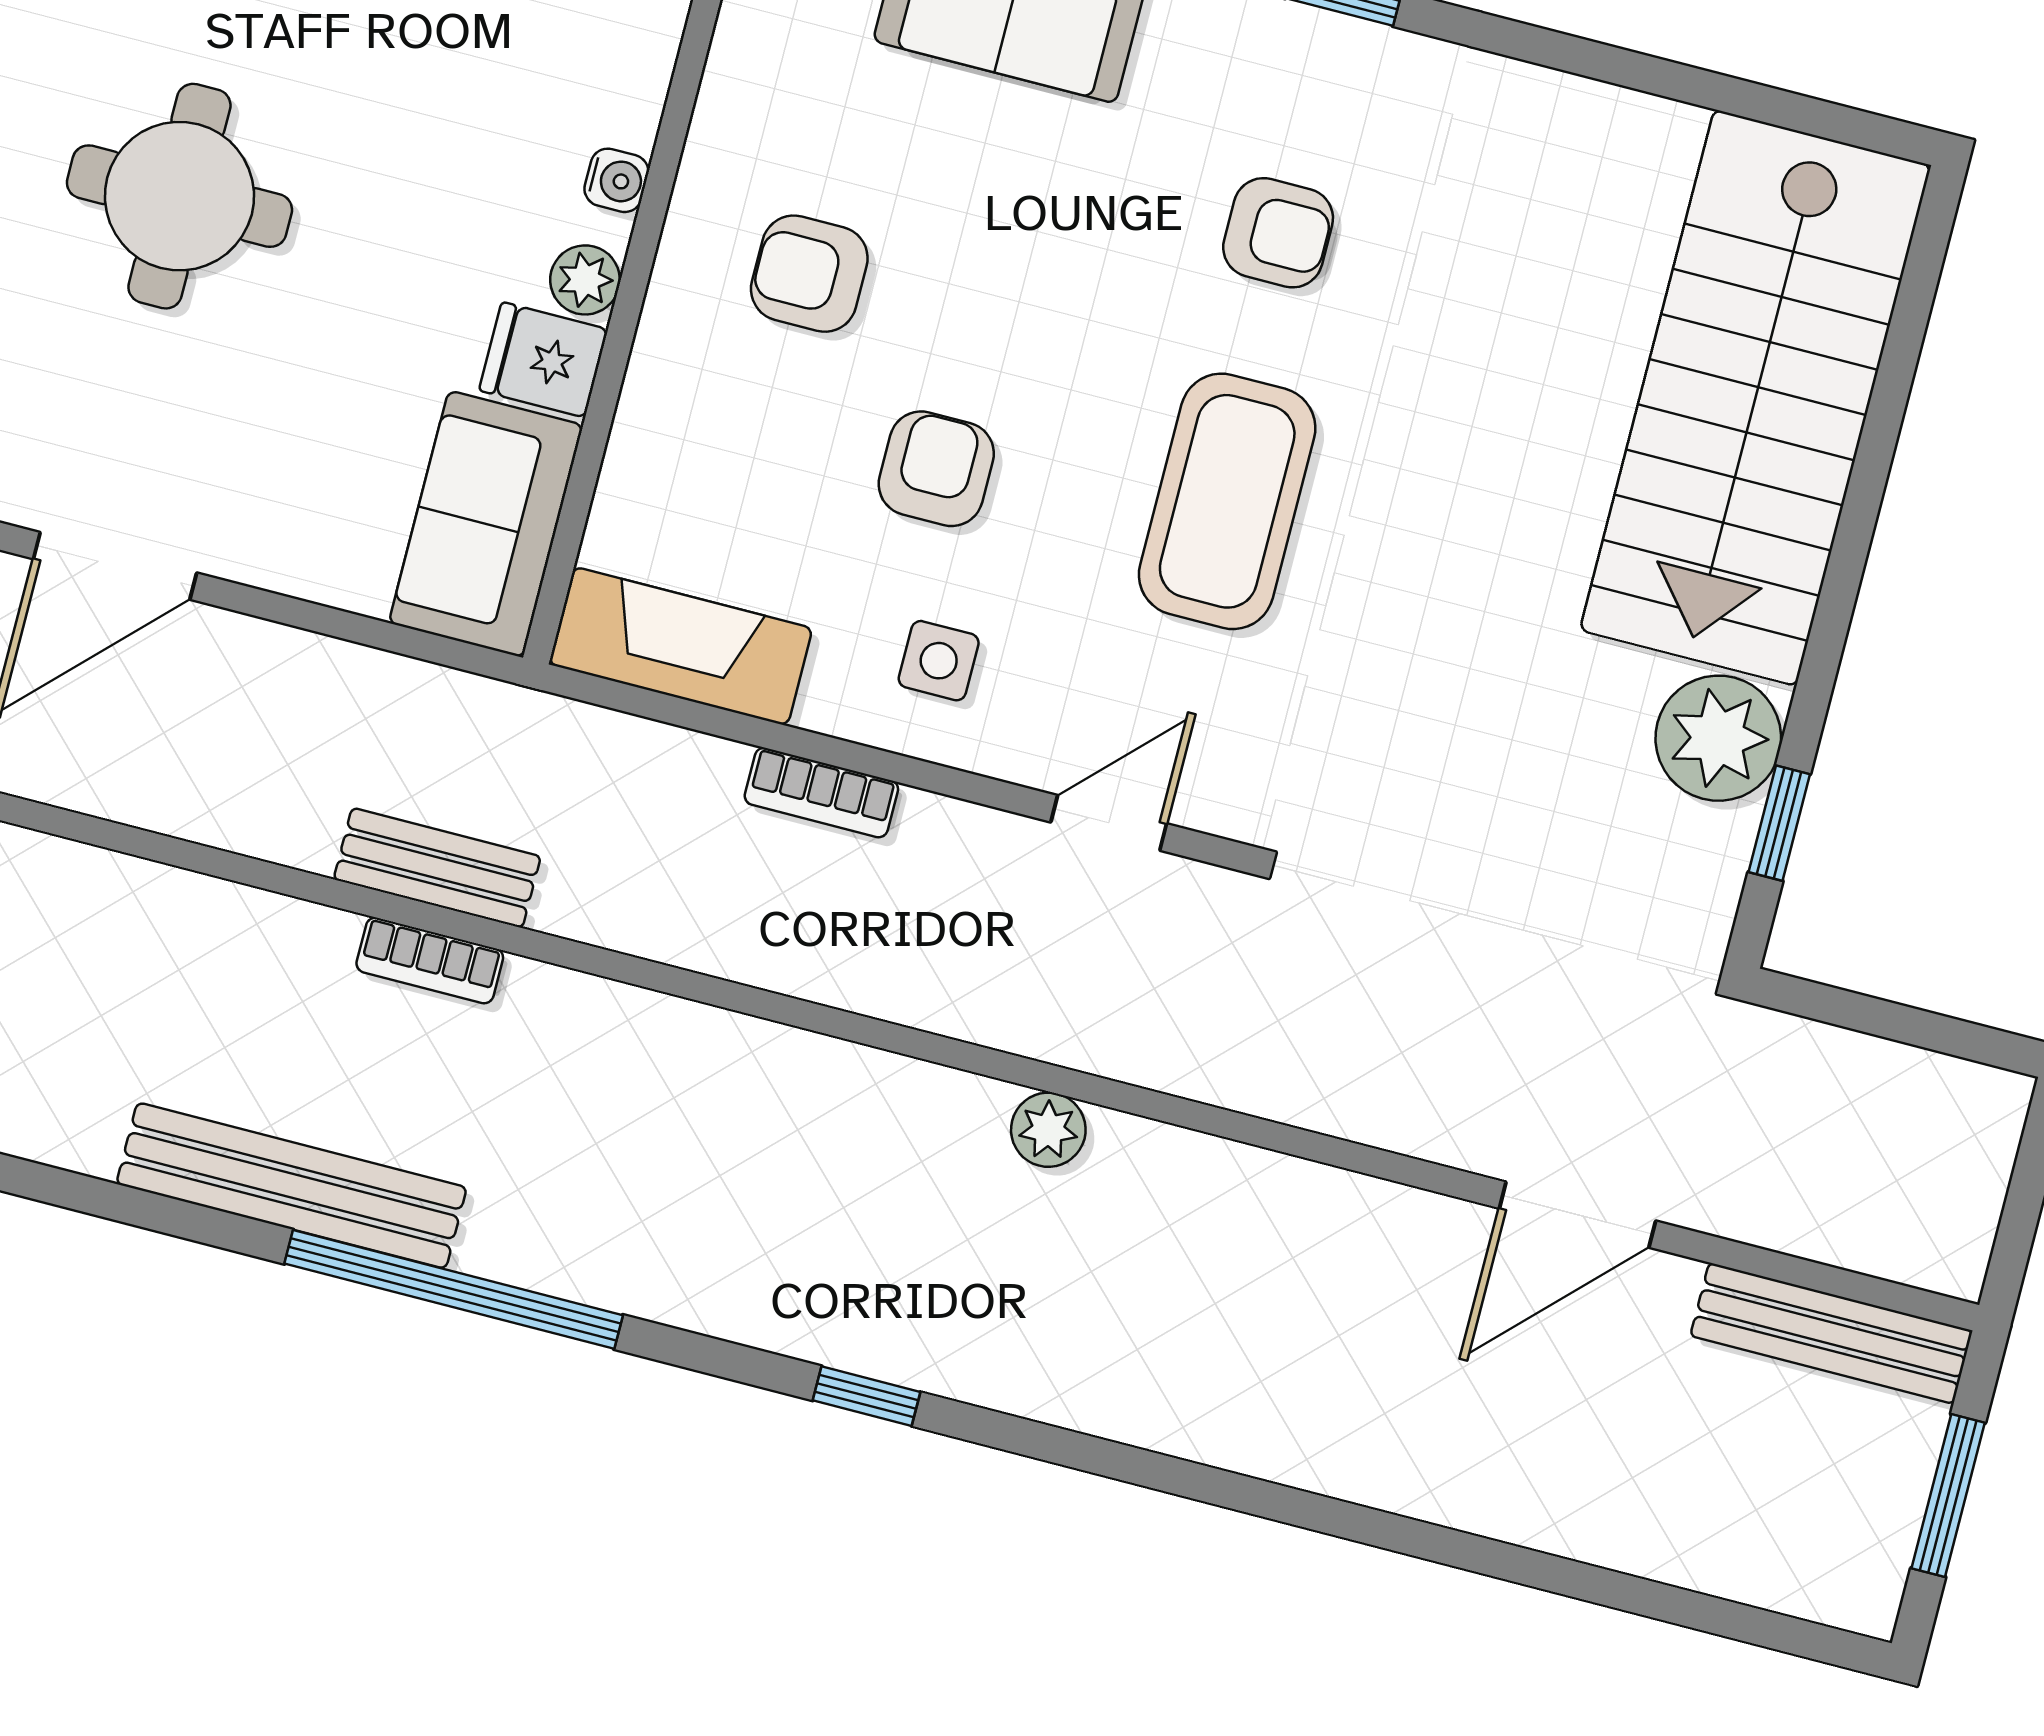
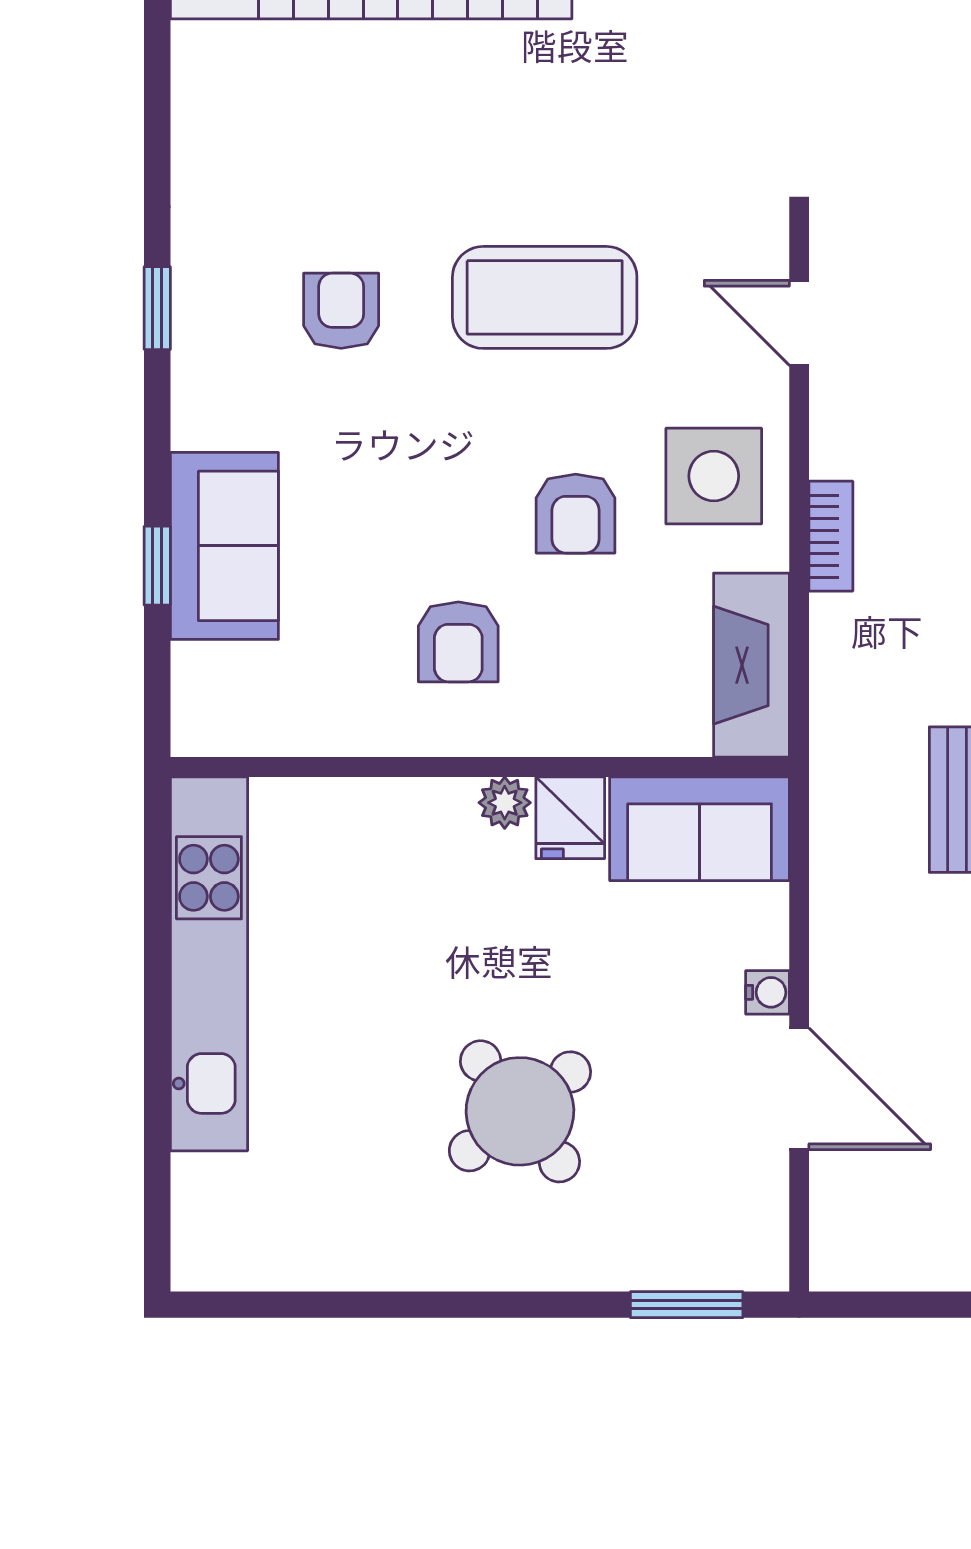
water cooler: (616, 180) -> (768, 992), moved, turned 90
round table: (179, 196) -> (520, 1111), turned -38
armchair: (936, 469) -> (576, 514), turned -90
side table: (939, 661) -> (714, 476), width x1.87, depth x1.87

